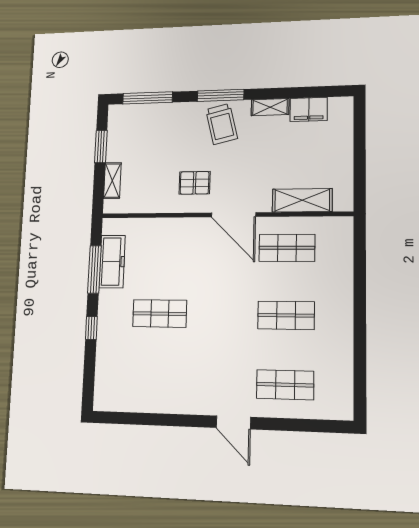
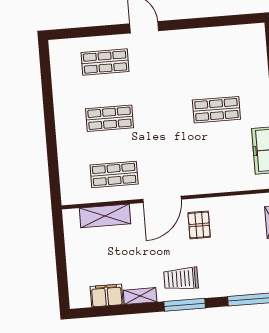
trolley: (222, 124) -> (181, 279), turned -76
pallet: (195, 183) -> (199, 225), turned 90
door: (234, 215) -> (162, 199), swing flipped

